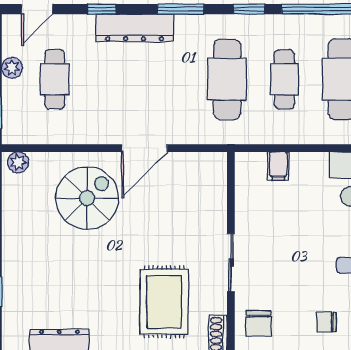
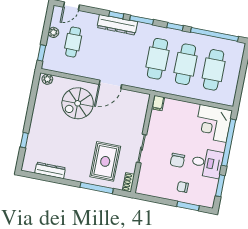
window: (102, 9) -> (116, 15), moved
cafe table: (284, 79) -> (186, 64), width x1.37, depth x1.35
filing cabinet: (278, 166) -> (158, 103), moved
spiral stairs: (87, 198) -> (78, 103), turned 180
chair: (258, 323) -> (177, 160), moved

